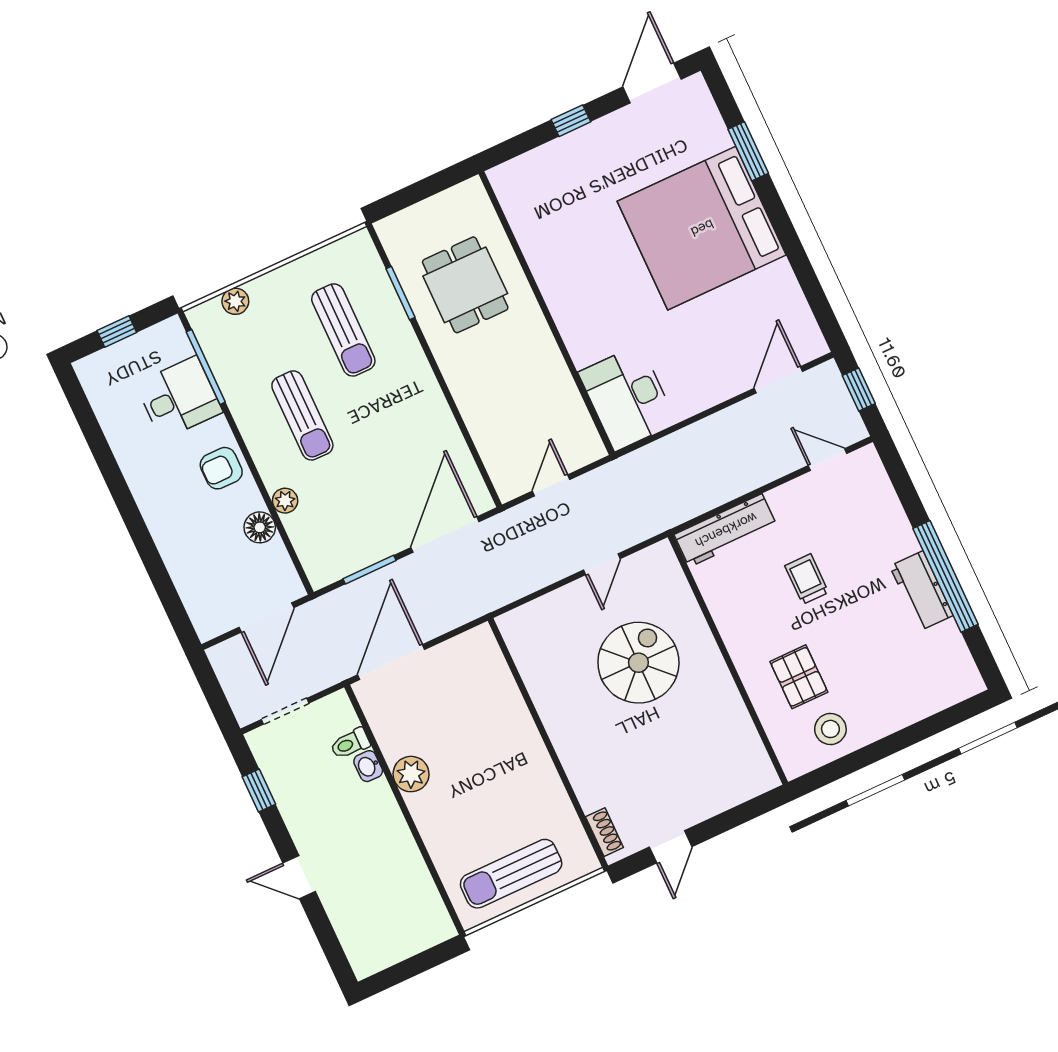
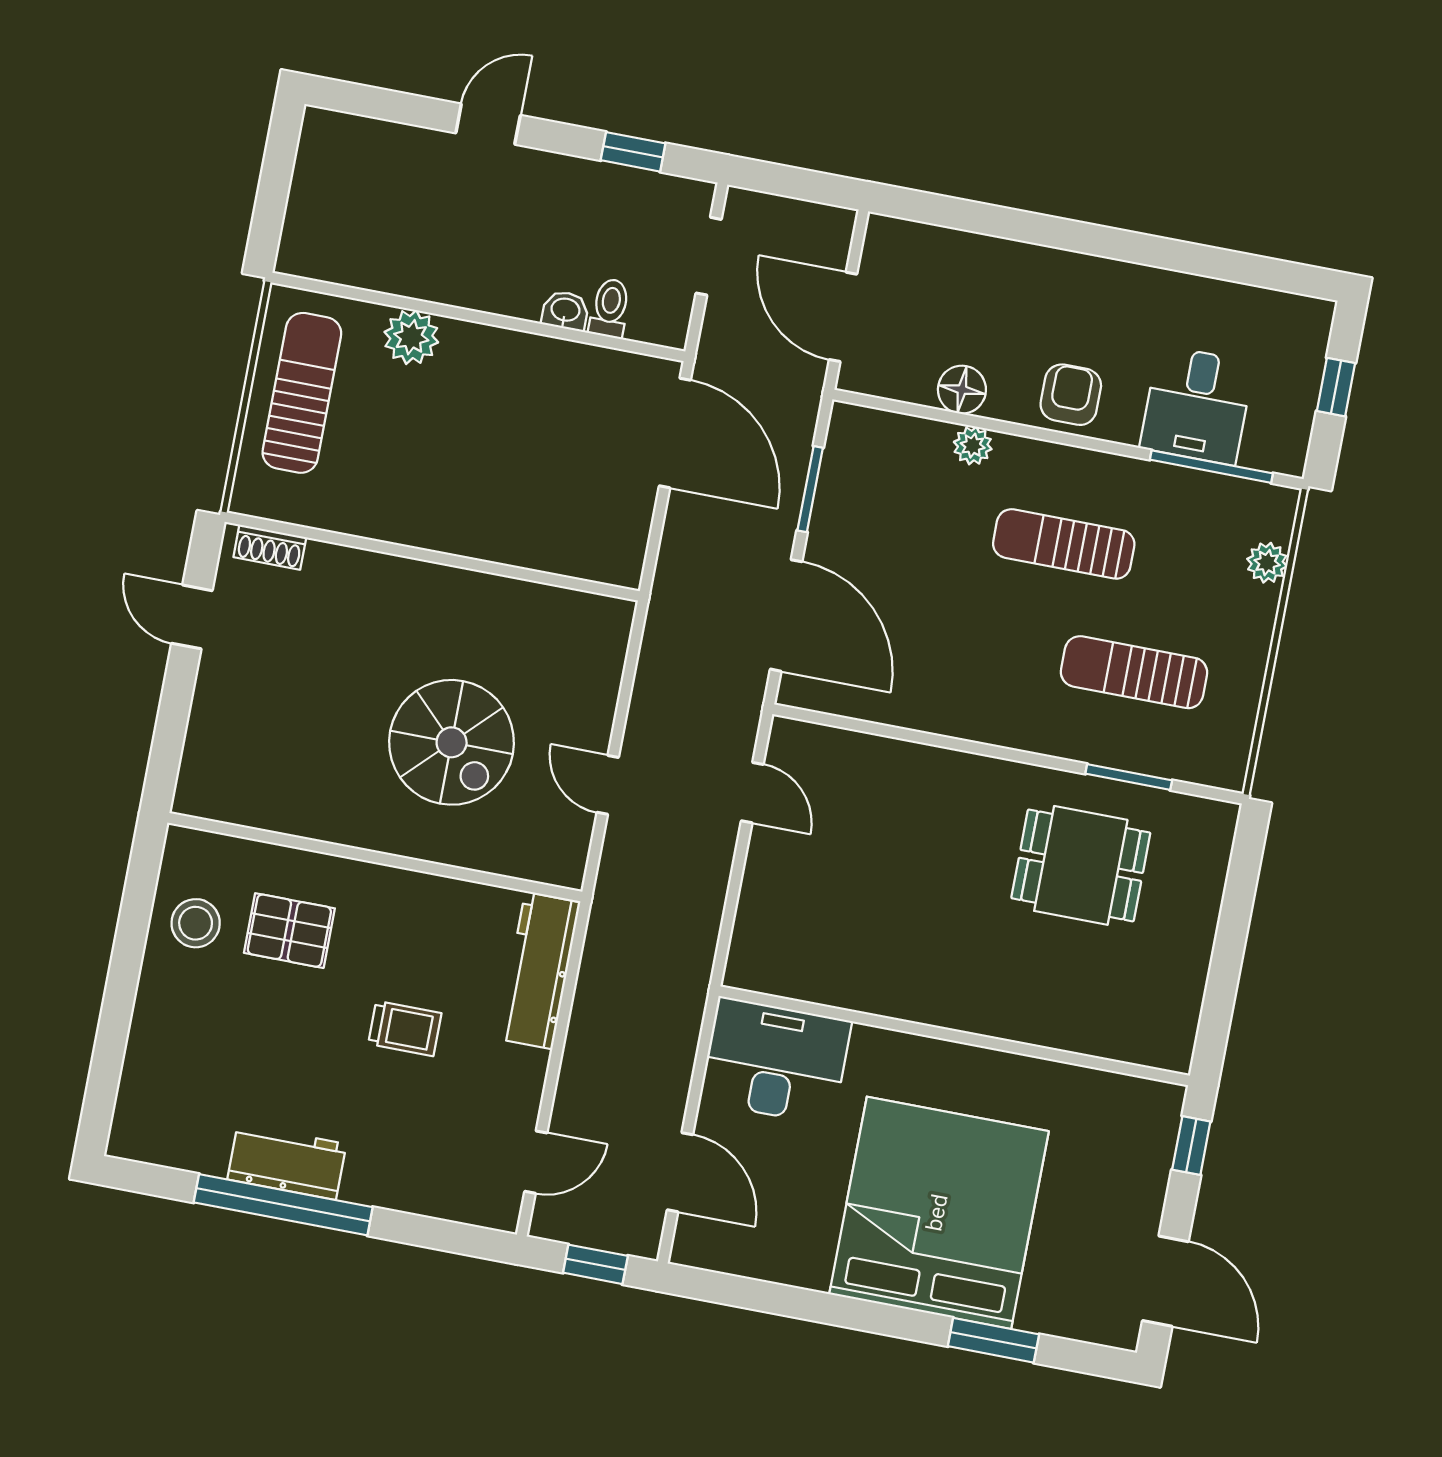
wall: (547, 313) -> (954, 1036), moved
desk: (627, 398) -> (775, 1061), moved
plant: (411, 774) -> (411, 337), moved

